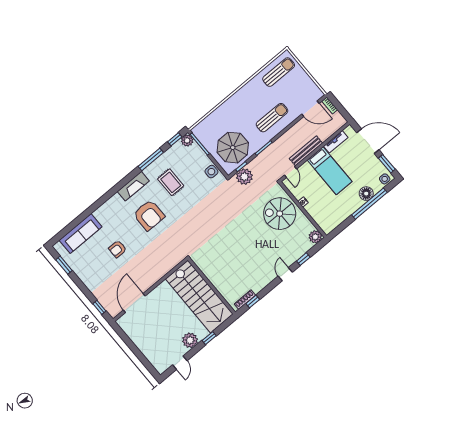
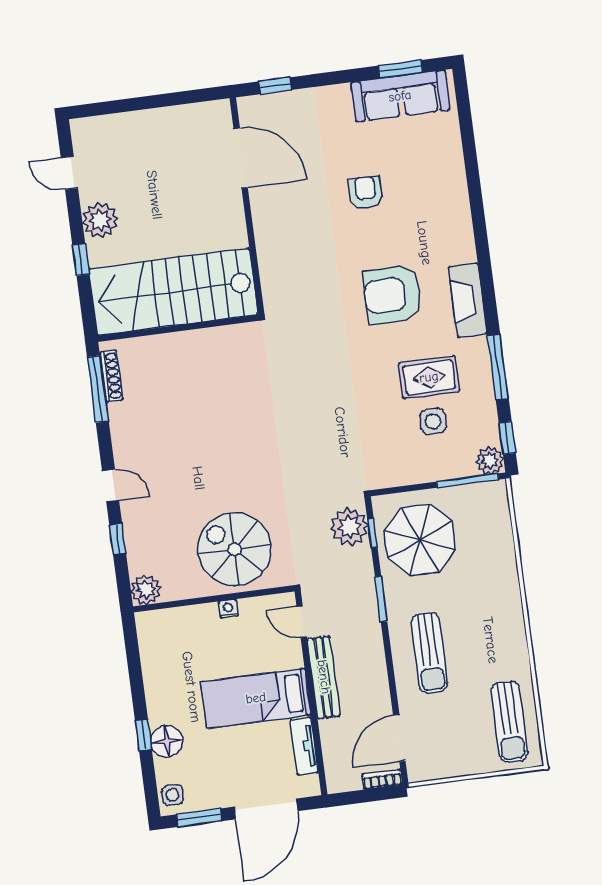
side table: (211, 172) -> (433, 421), moved
window: (369, 204) -> (143, 735), width x0.32
spiral stairs: (280, 214) -> (235, 549), turned -90
sofa: (81, 234) -> (400, 96), moved, turned -90
window: (253, 301) -> (98, 389), width x2.17

